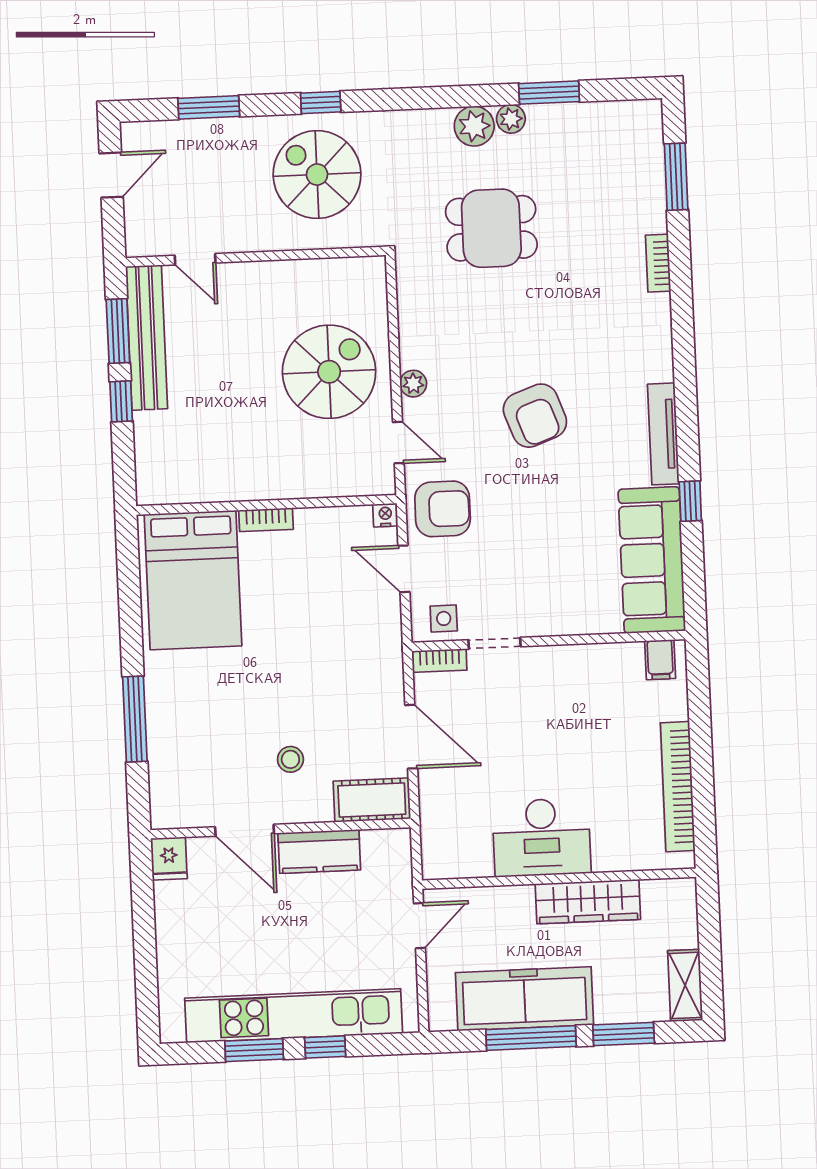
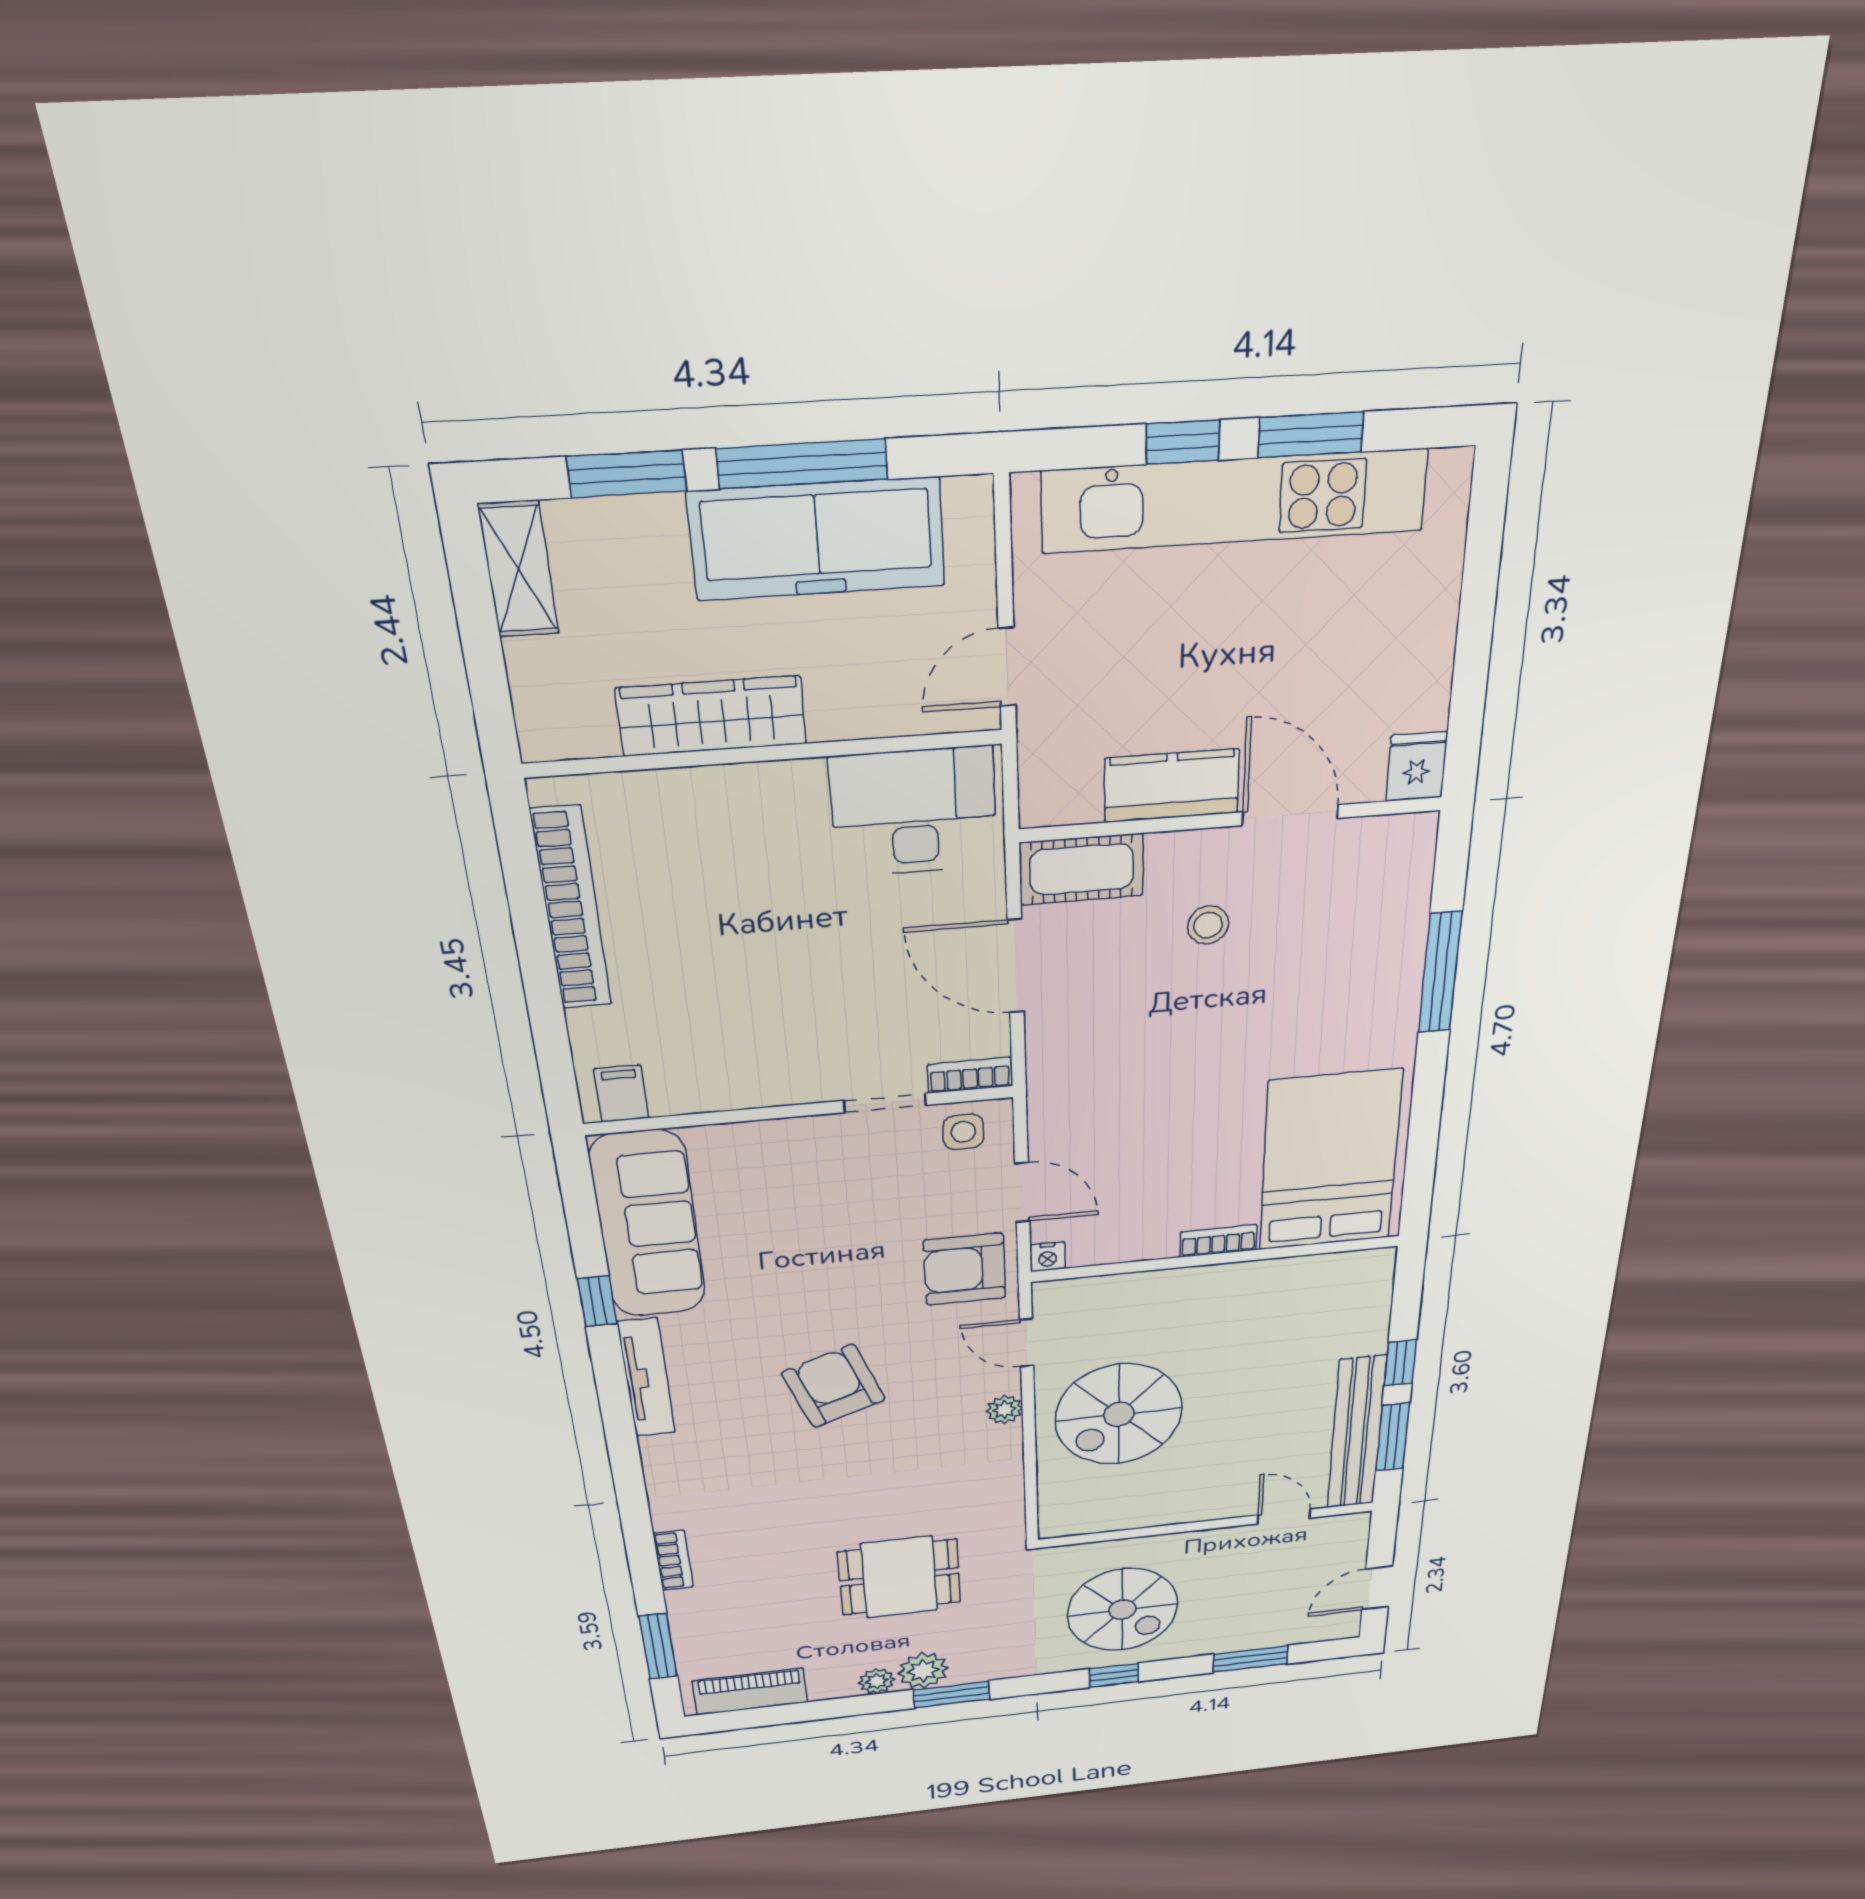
window: (549, 93) -> (952, 1694), moved
piano: (610, 120) -> (750, 1692), added
desk: (542, 837) -> (914, 812), moved

